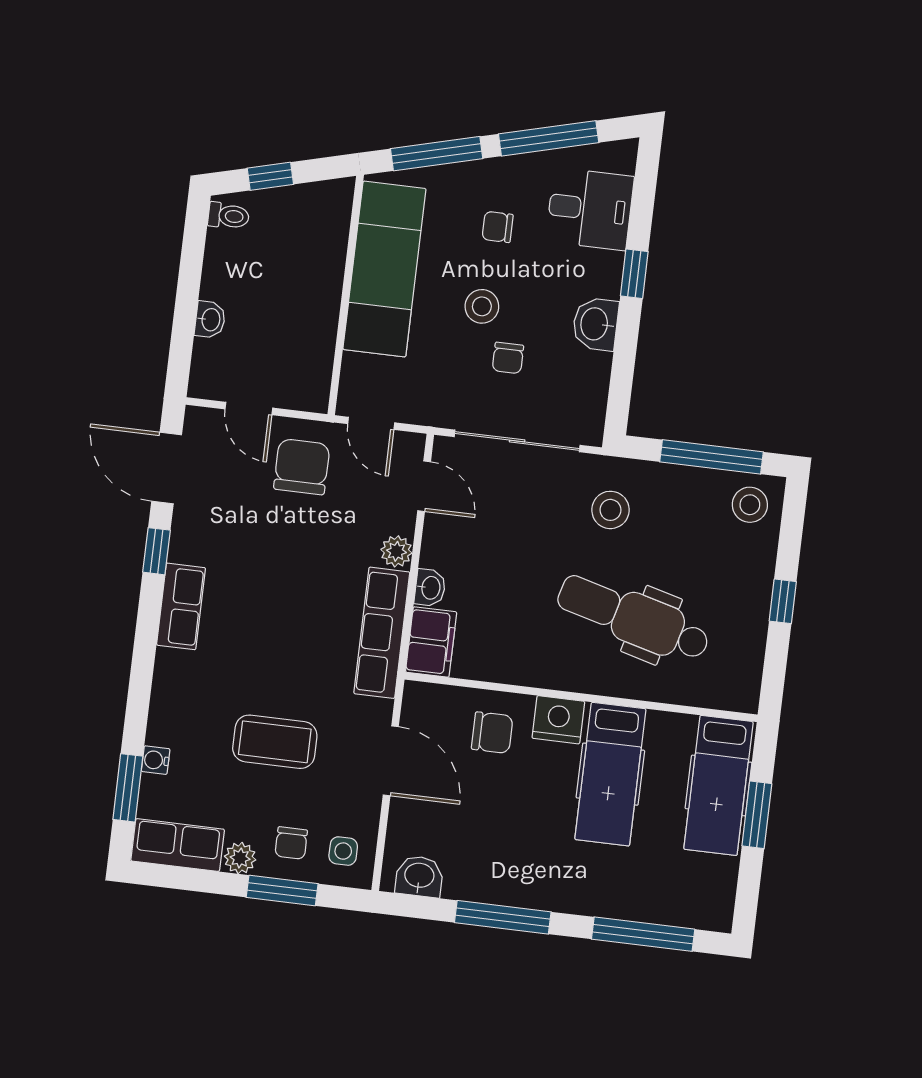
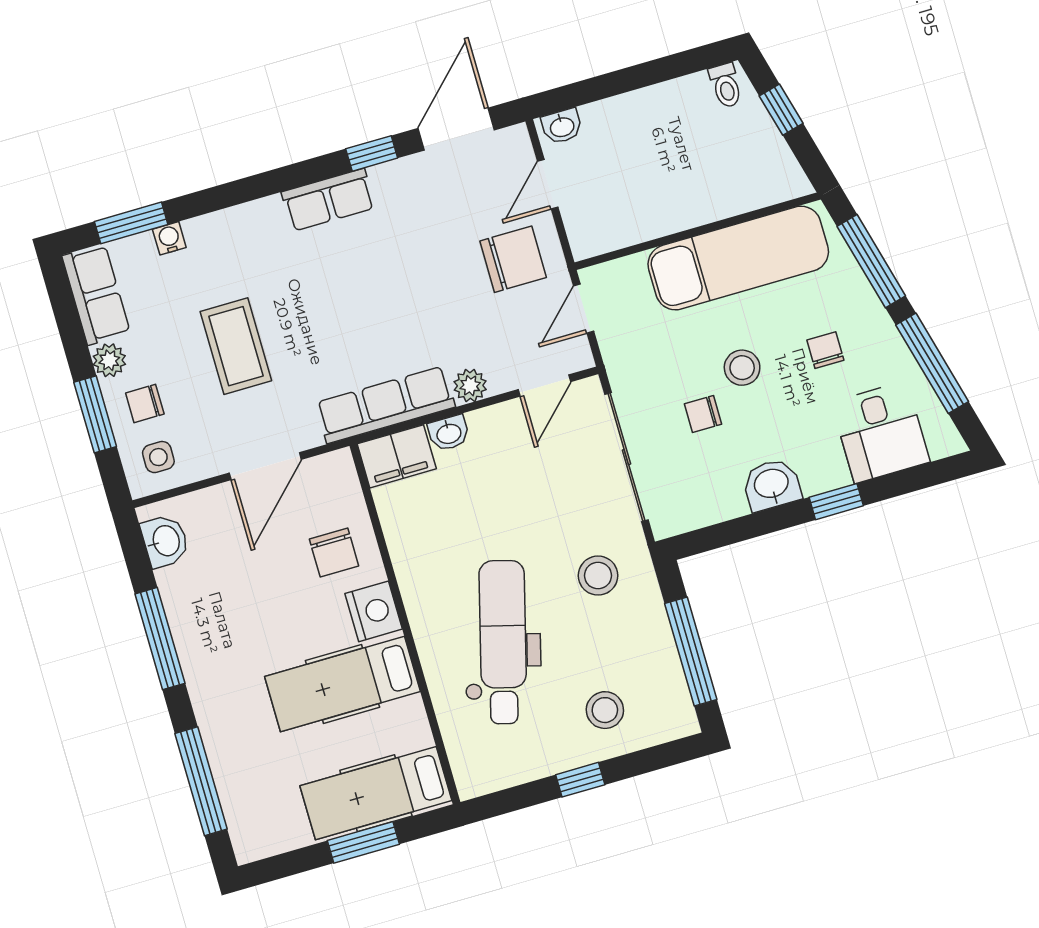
washbasin: (210, 320) -> (562, 126), moved
stool: (750, 505) -> (605, 710), moved

